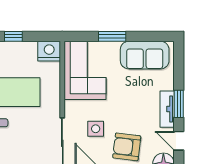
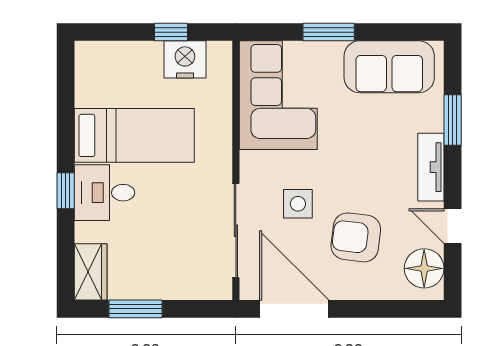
window: (13, 36) -> (171, 32), moved
nightstand: (49, 51) -> (185, 59), moved
window: (179, 104) -> (453, 120), moved

